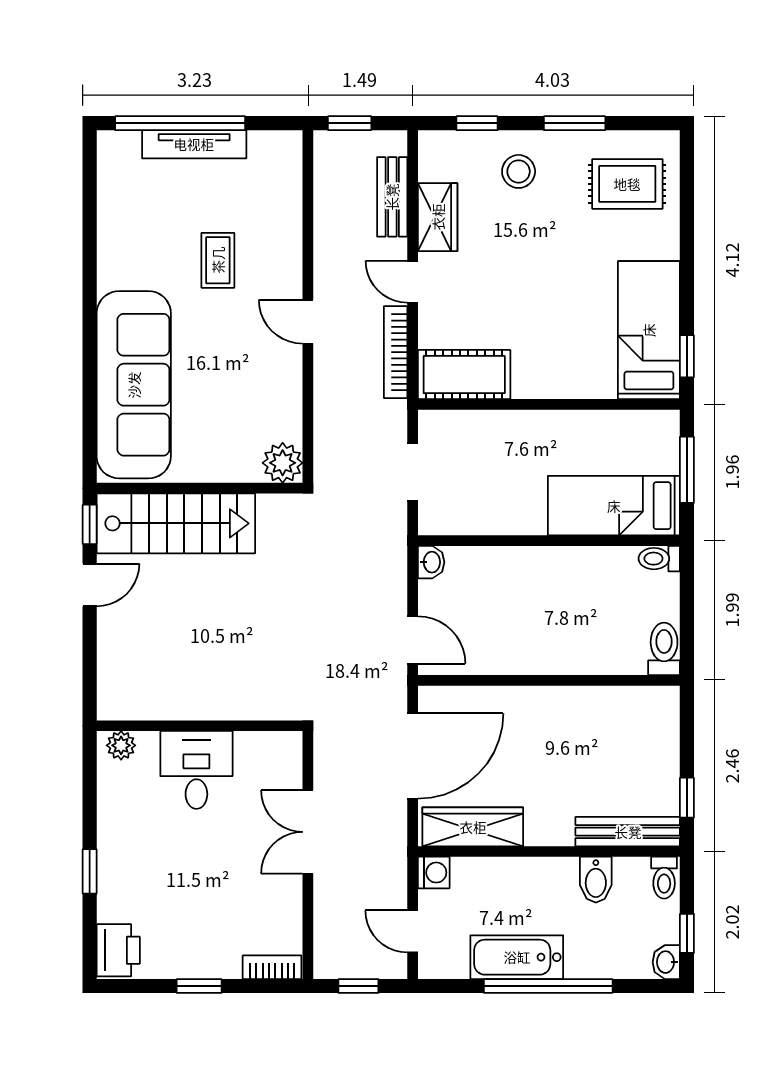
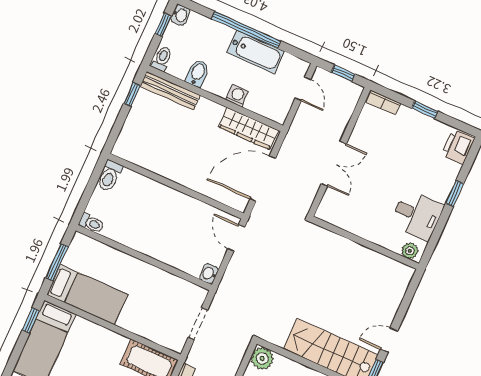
bed: (614, 506) -> (87, 295), moved
desk: (196, 770) -> (417, 215), moved, turned -90
washing machine: (434, 873) -> (237, 96), moved, turned 90

